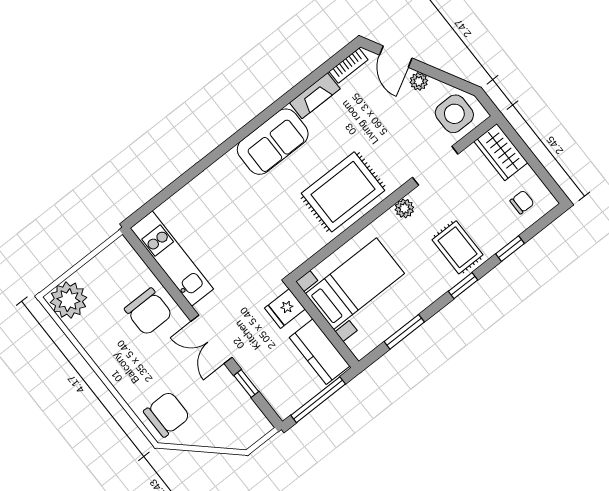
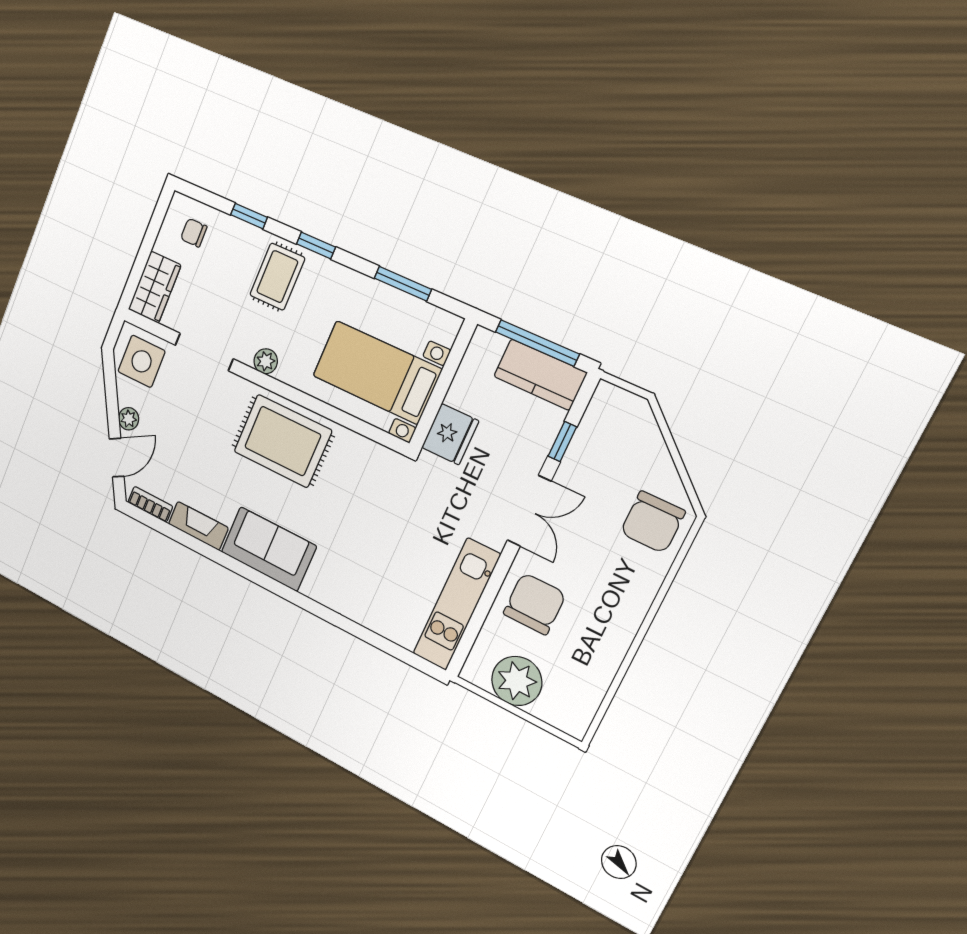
plant: (68, 300) -> (517, 681), moved
fridge: (285, 309) -> (450, 434), width x1.38
kitchen counter: (320, 352) -> (540, 375), moved, turned 90
chair: (167, 414) -> (653, 522), turned -90

